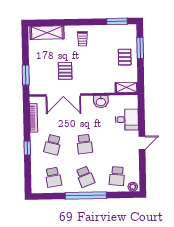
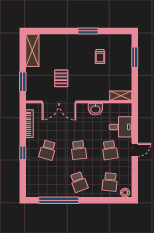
window: (117, 21) -> (88, 31), moved
shelving: (47, 33) -> (32, 50), moved, turned 90
trolley: (82, 39) -> (100, 57), moved
pallet: (125, 57) -> (120, 66), removed
school desk: (53, 177) -> (110, 150), moved
window: (86, 195) -> (59, 200), moved

